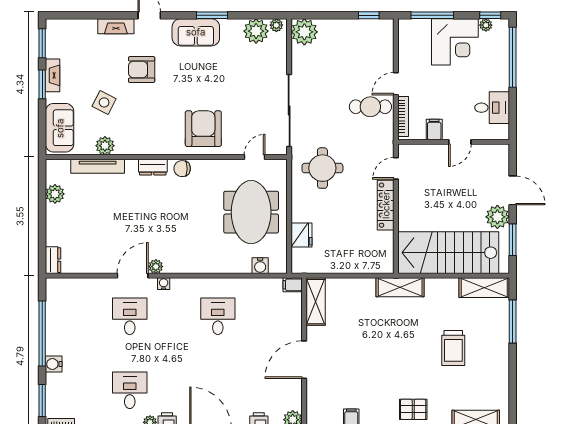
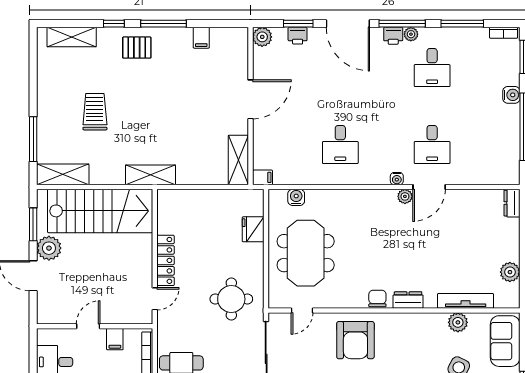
chair: (182, 169) -> (377, 299), turned -90

